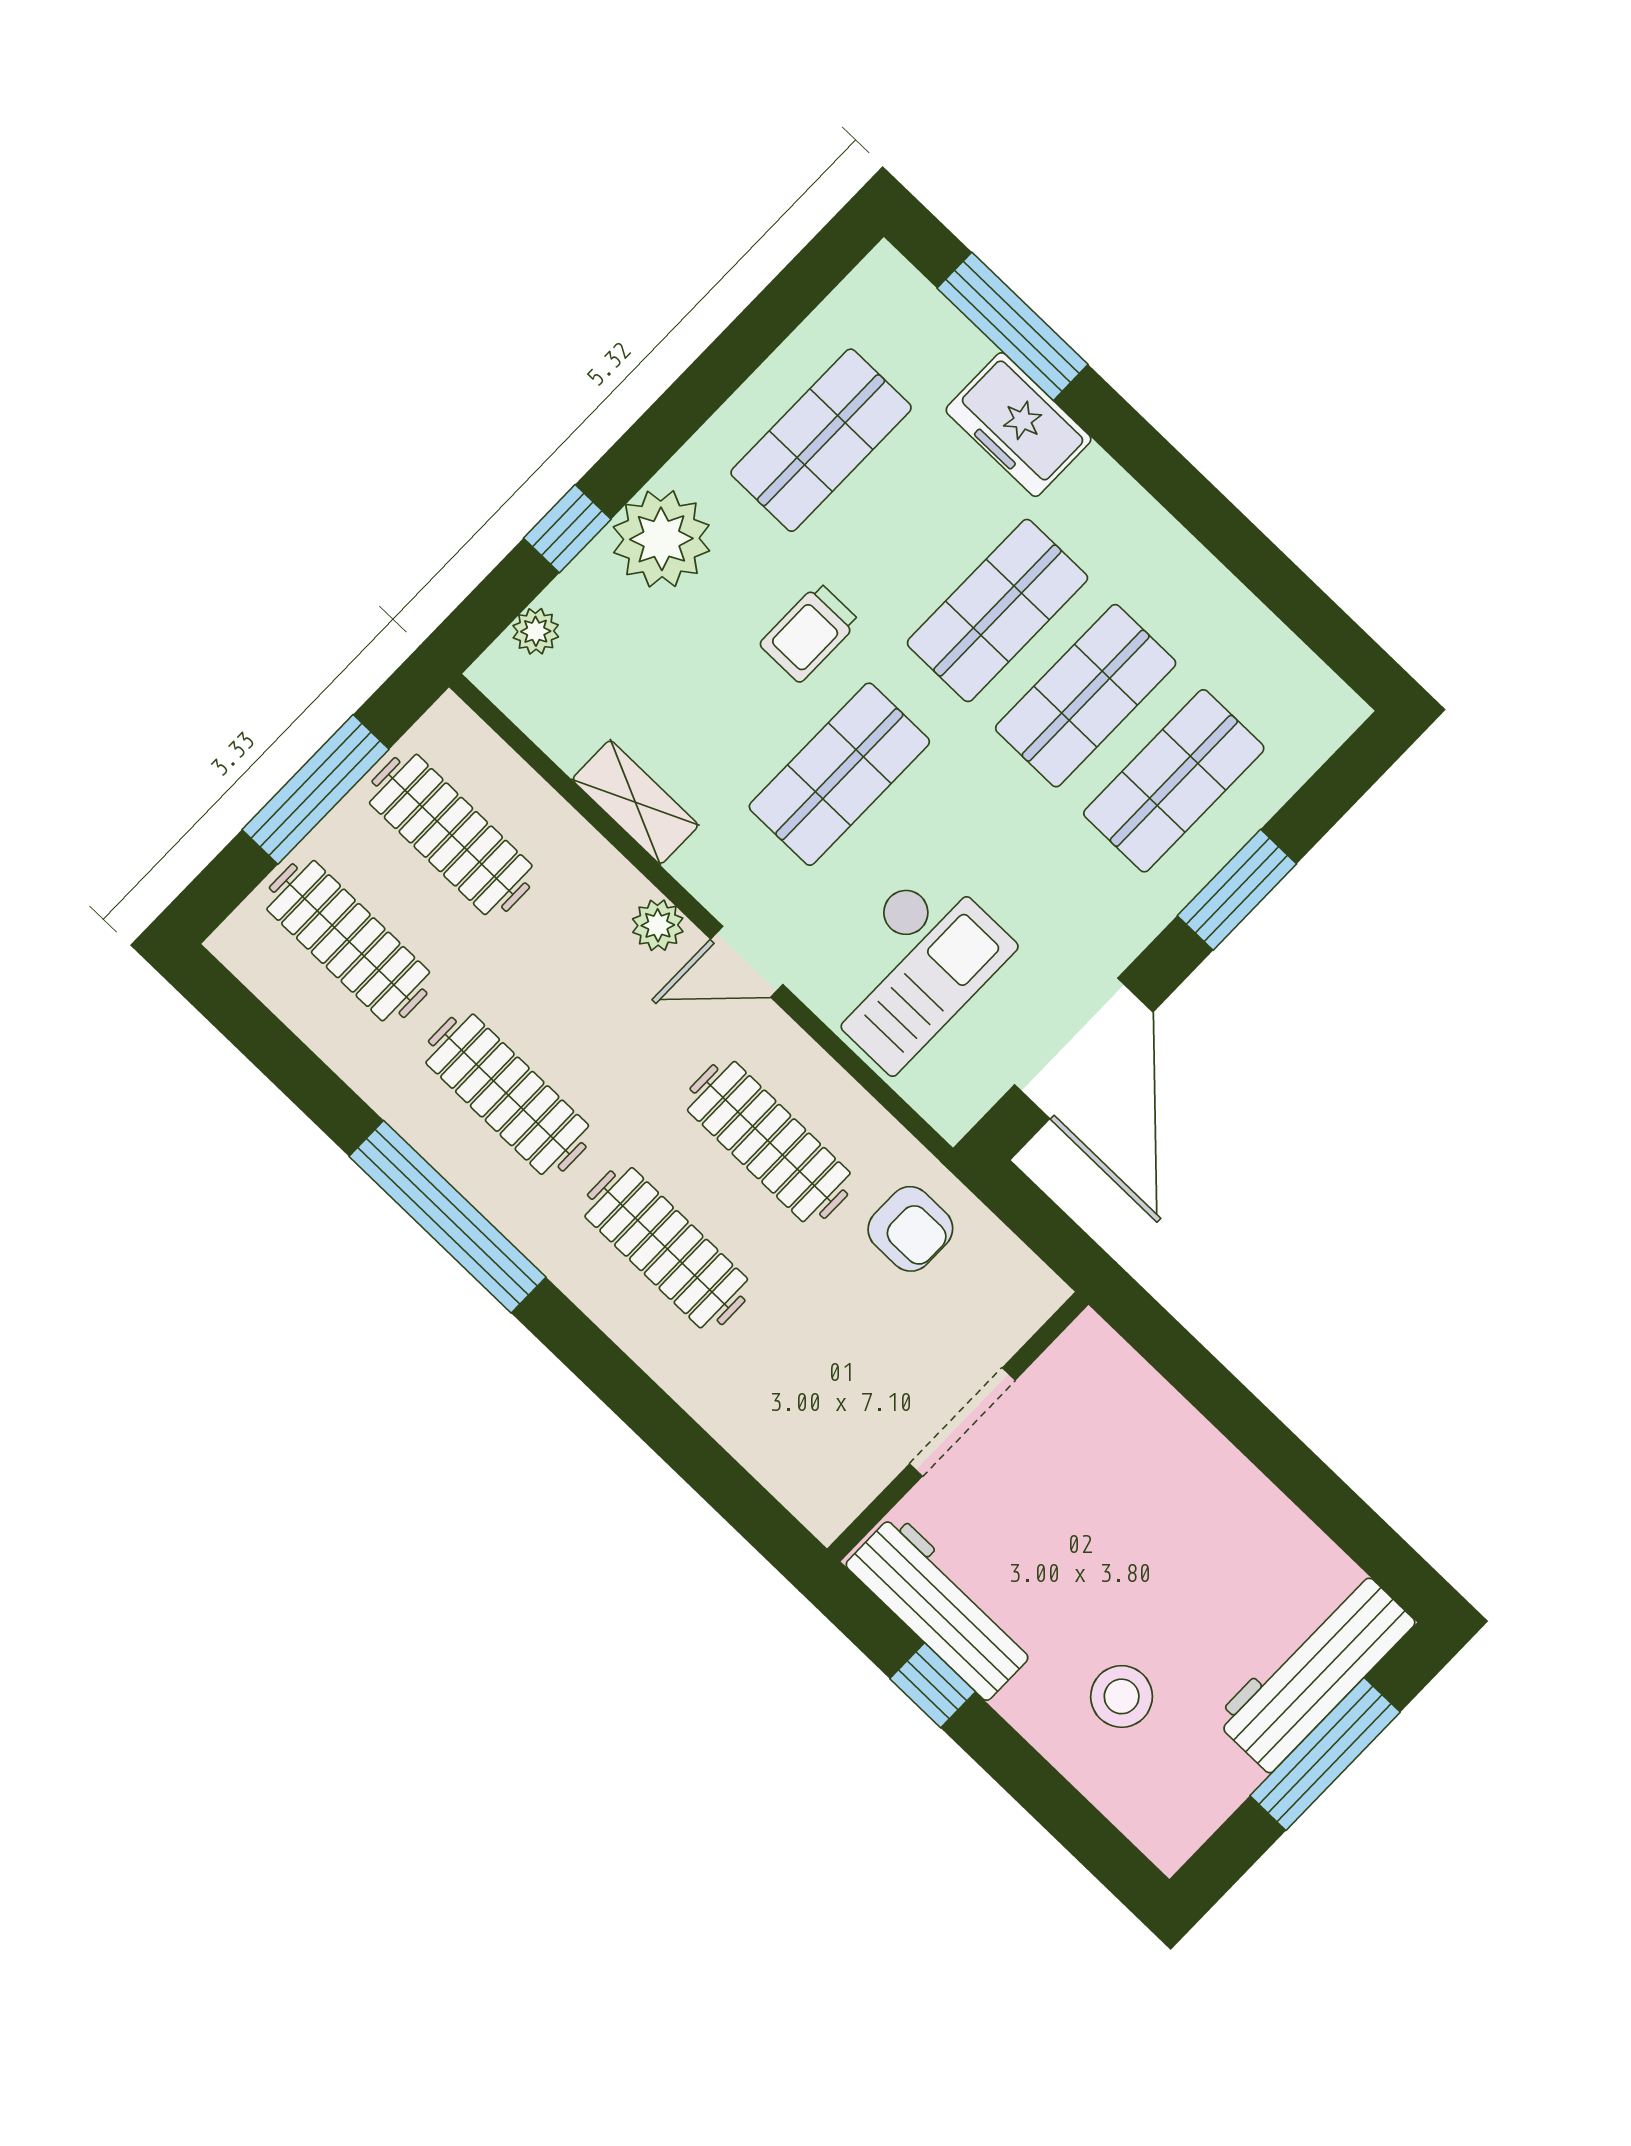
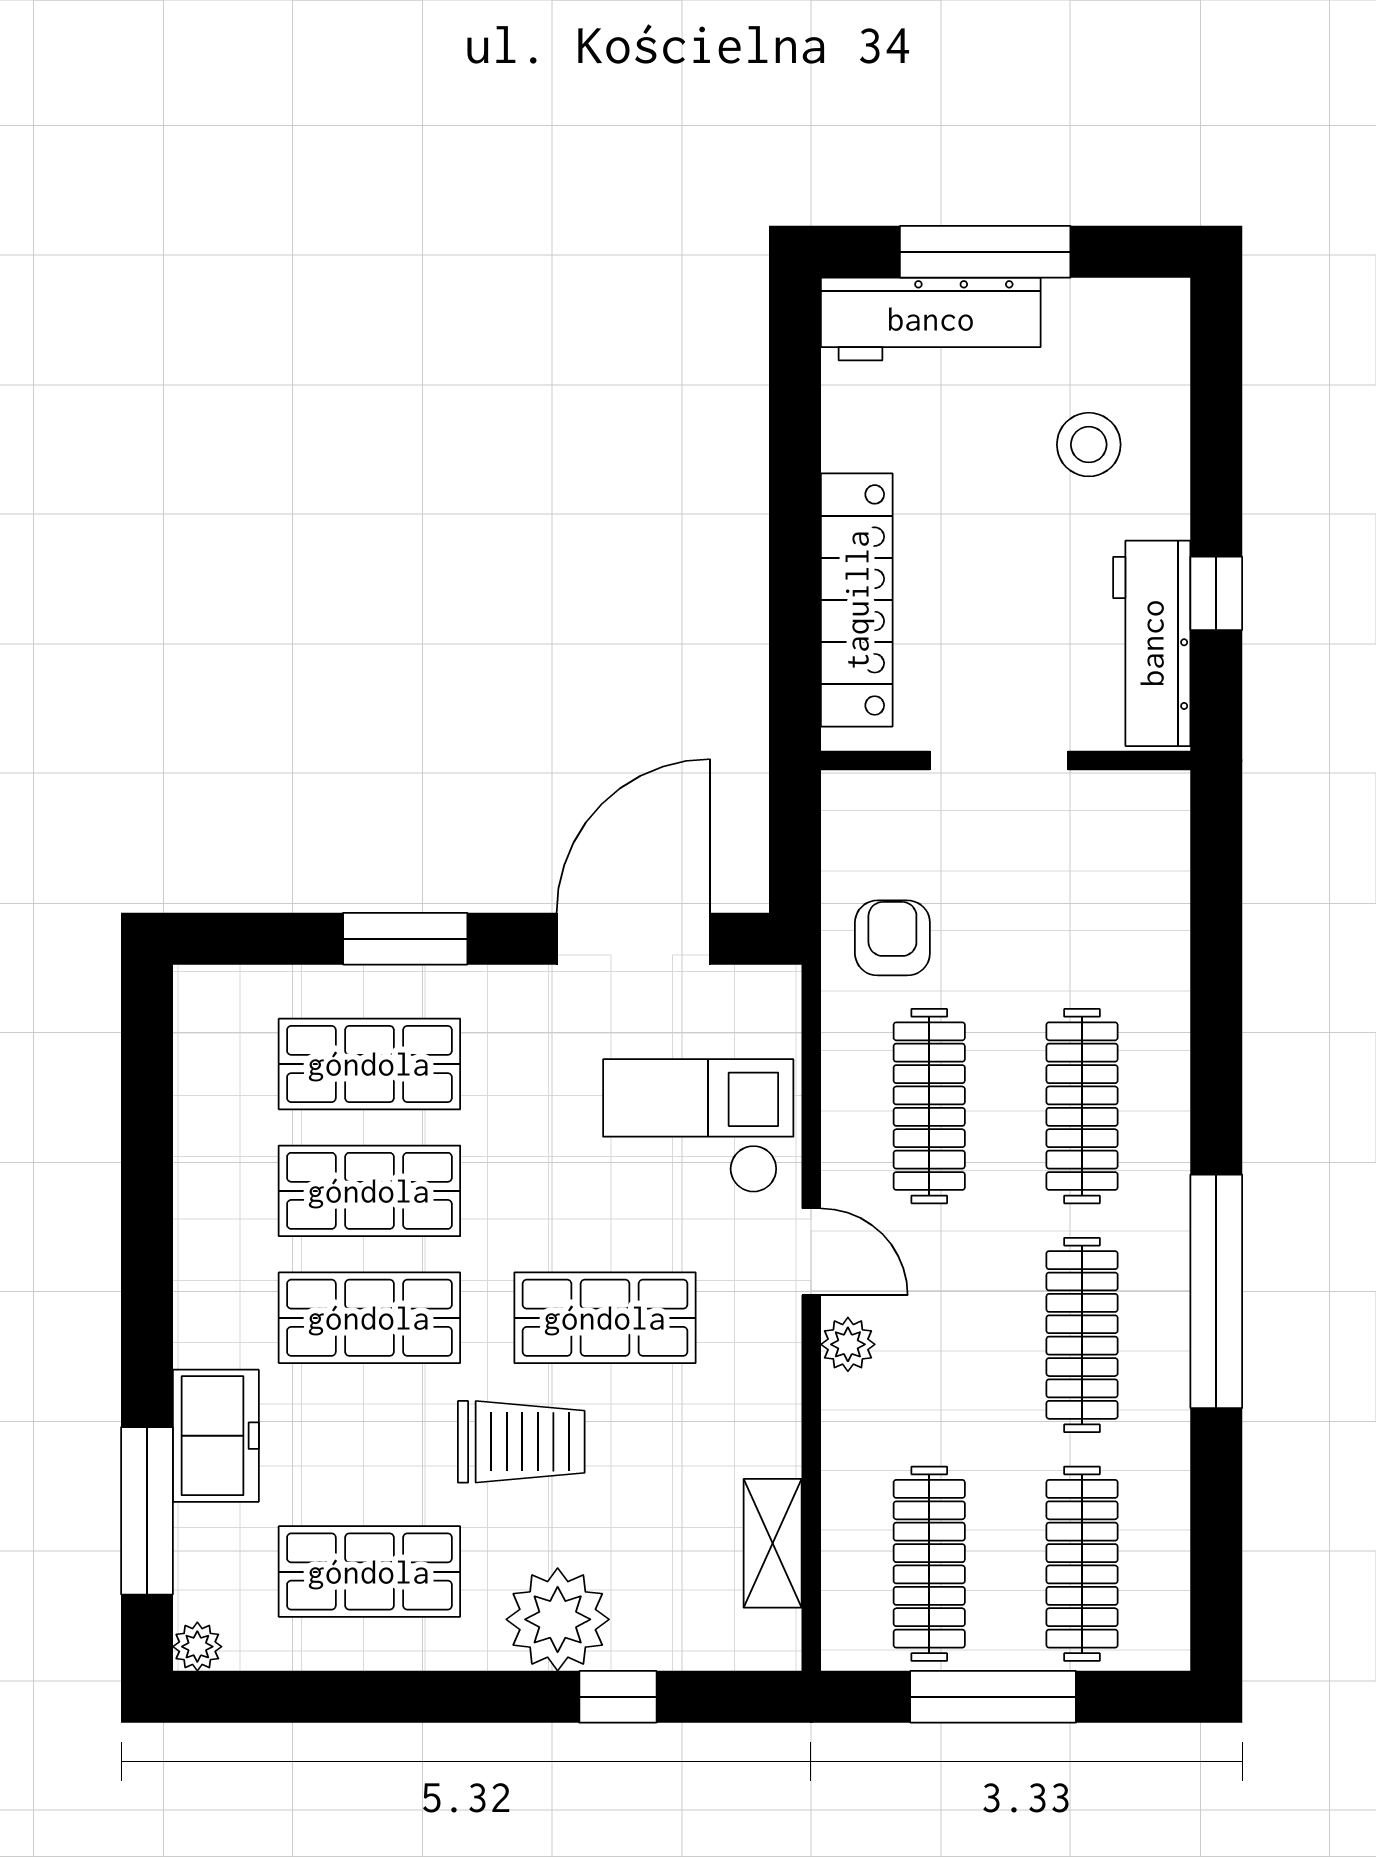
plant: (536, 631) -> (197, 1647), moved
trolley: (809, 633) -> (521, 1442), width x1.36, depth x1.39
shelving: (635, 802) -> (773, 1543), moved
locker: (1169, 1431) -> (857, 600), added

